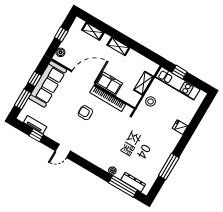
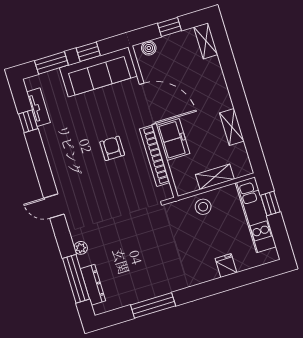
shelving: (93, 31) -> (206, 41), moved
shelving: (118, 46) -> (232, 127), moved
fridge: (180, 127) -> (226, 265), moved
door: (63, 151) -> (54, 206), moved

